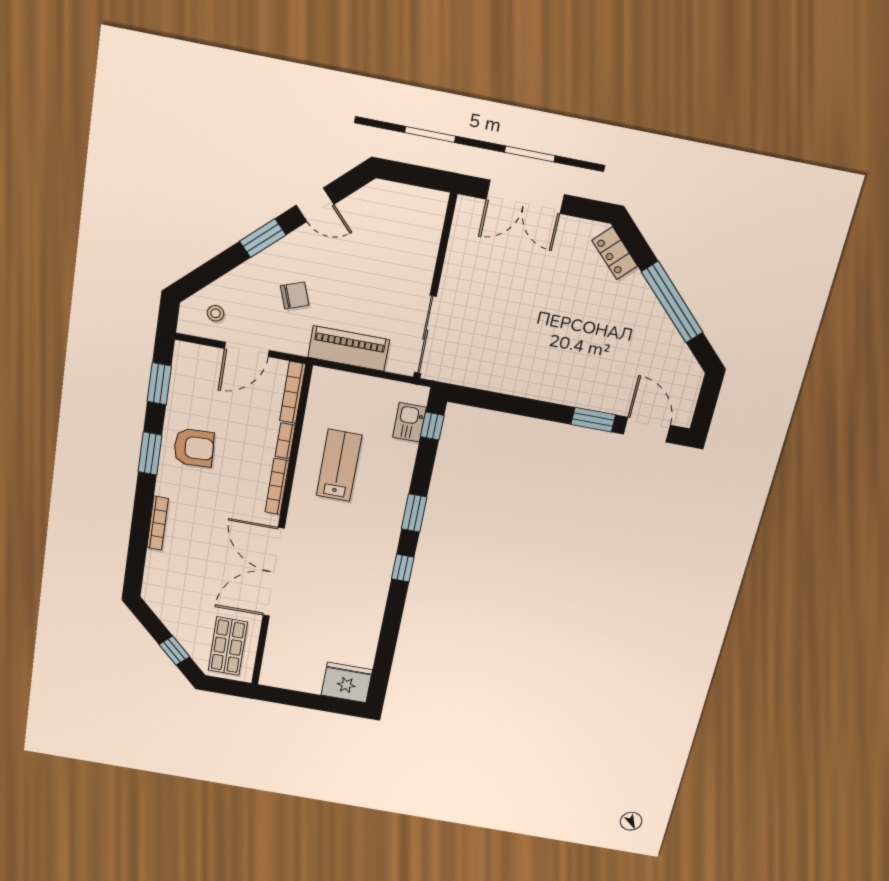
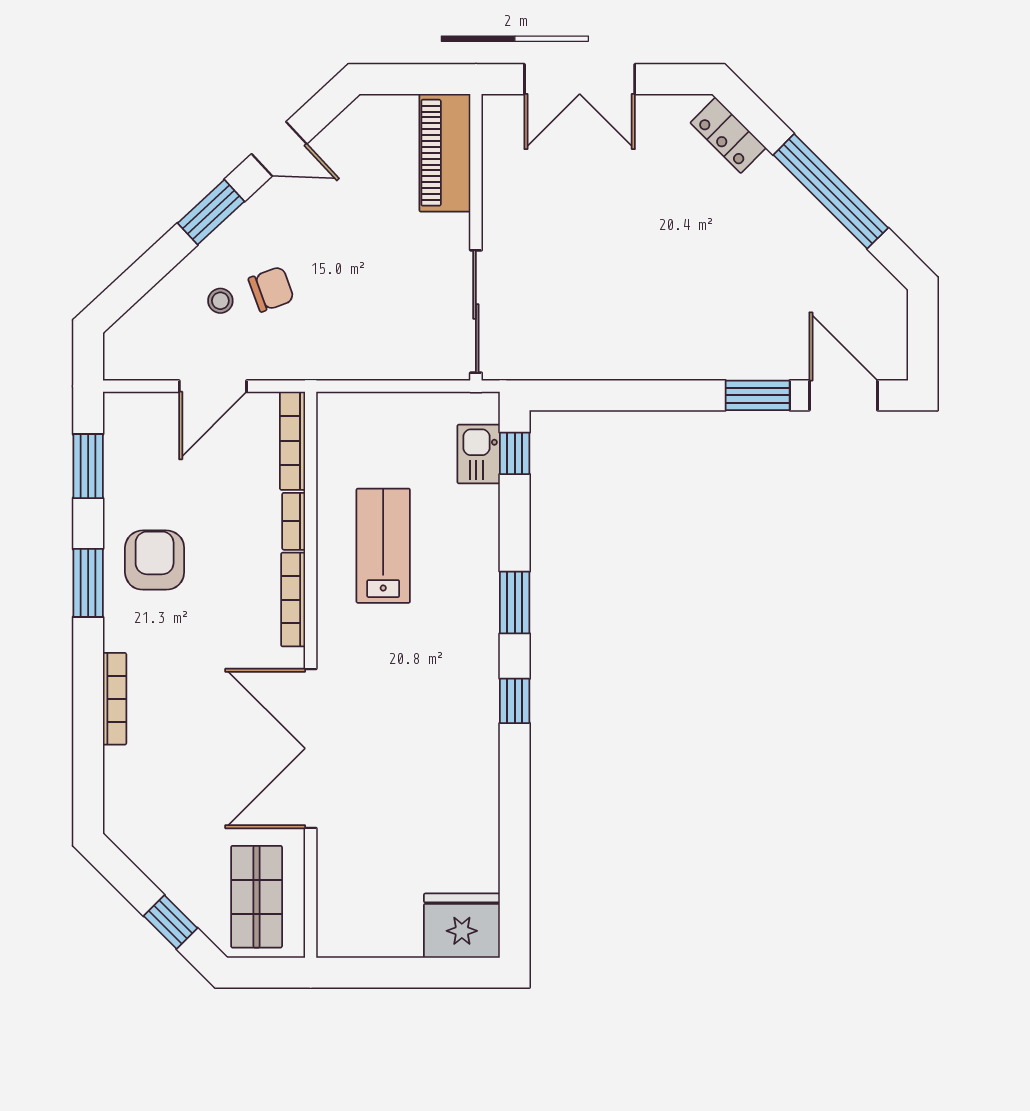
stool: (216, 313) -> (220, 301), moved
piano: (349, 349) -> (445, 153), moved, turned -90
armchair: (194, 448) -> (155, 560), turned -87

